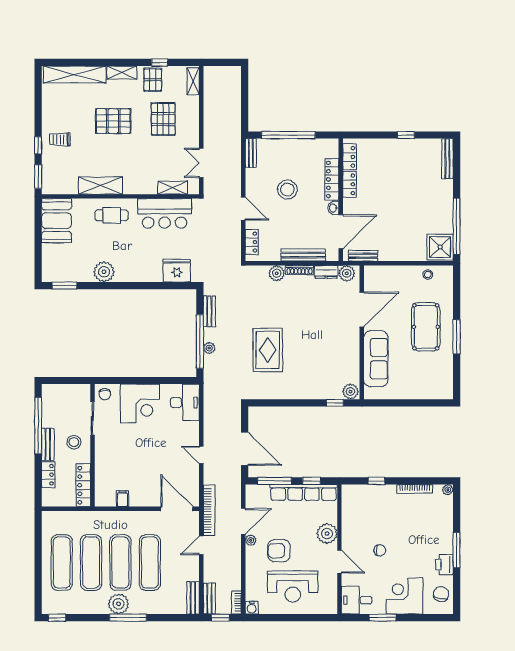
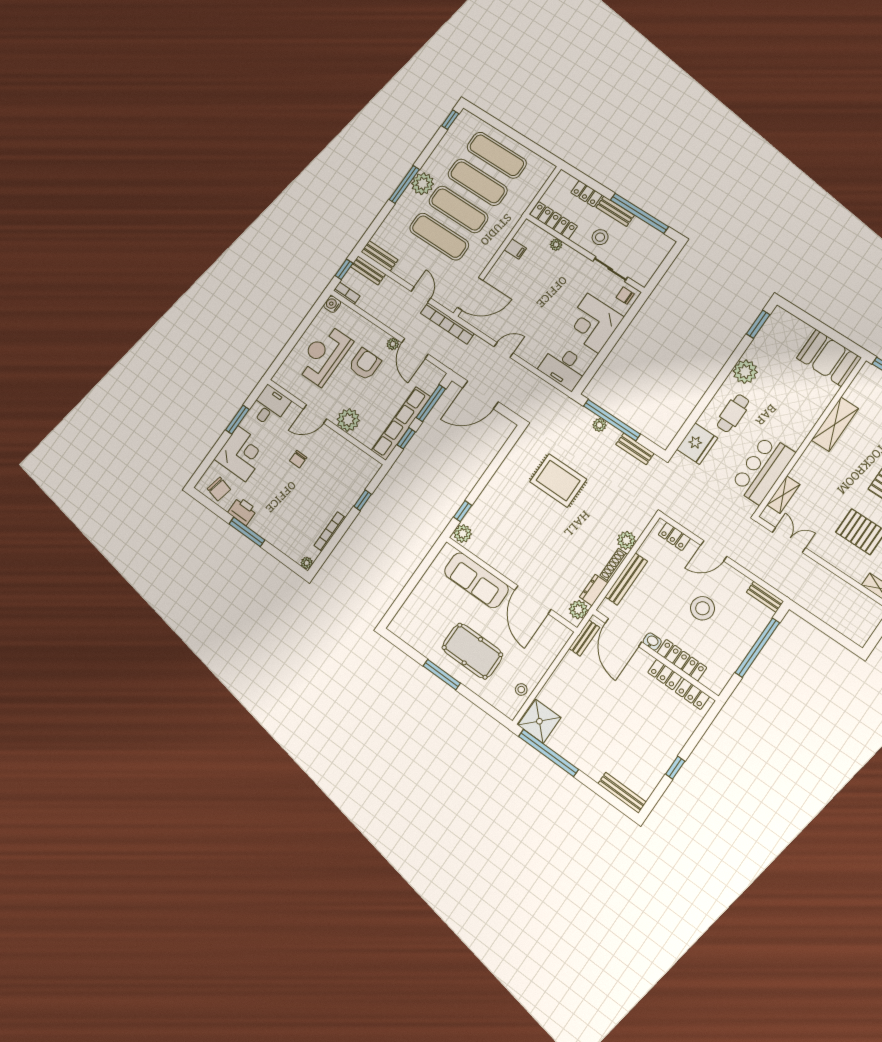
cafe table: (112, 215) -> (733, 413), moved
plant: (100, 471) -> (556, 245), added

